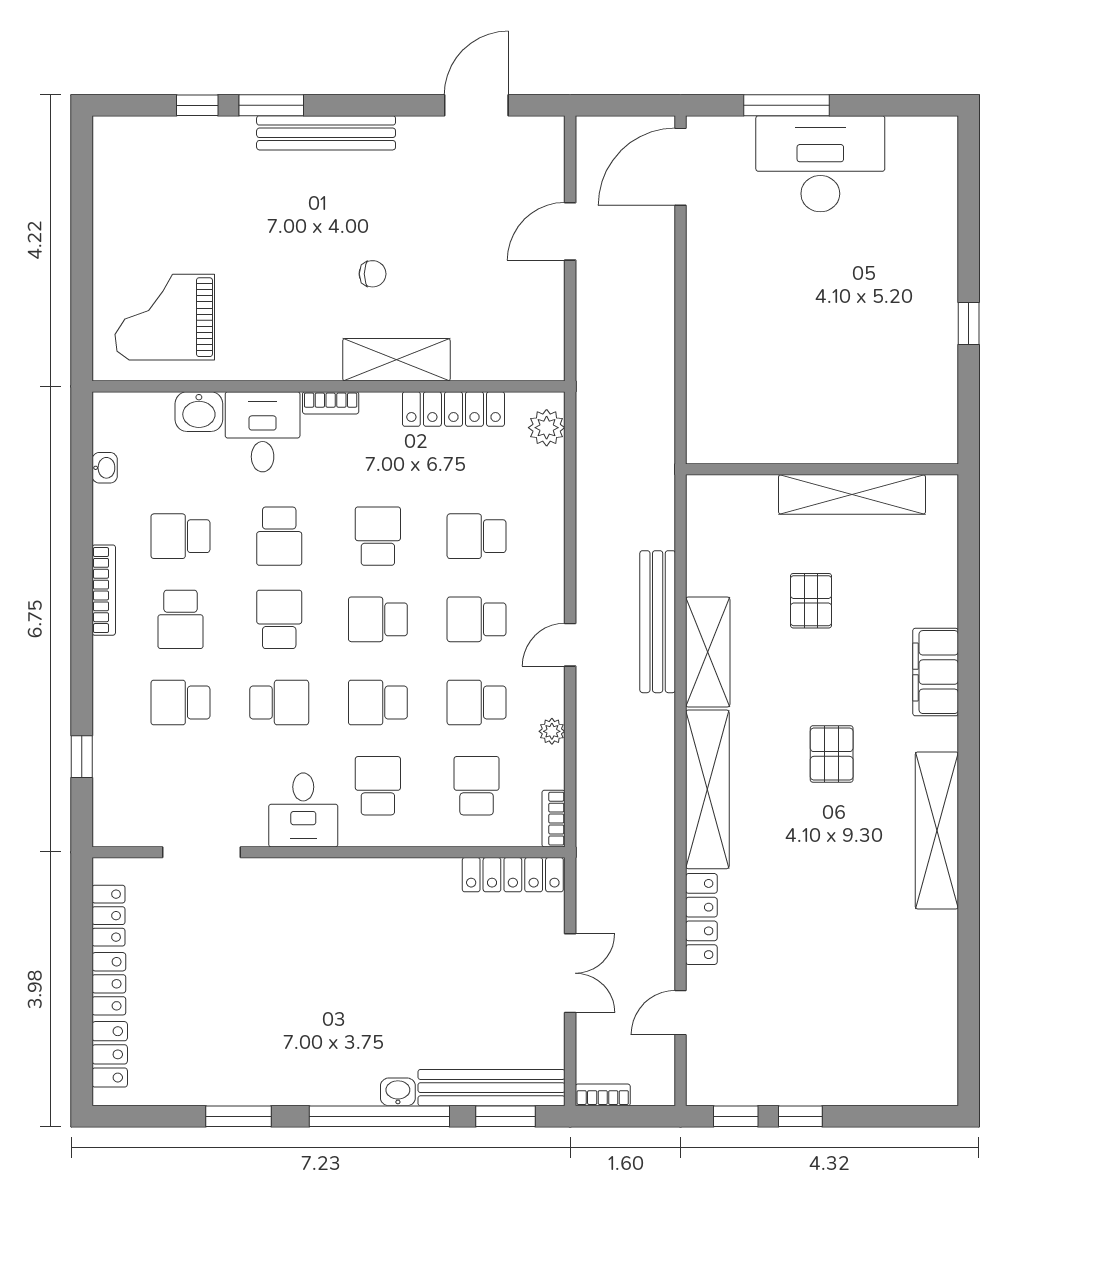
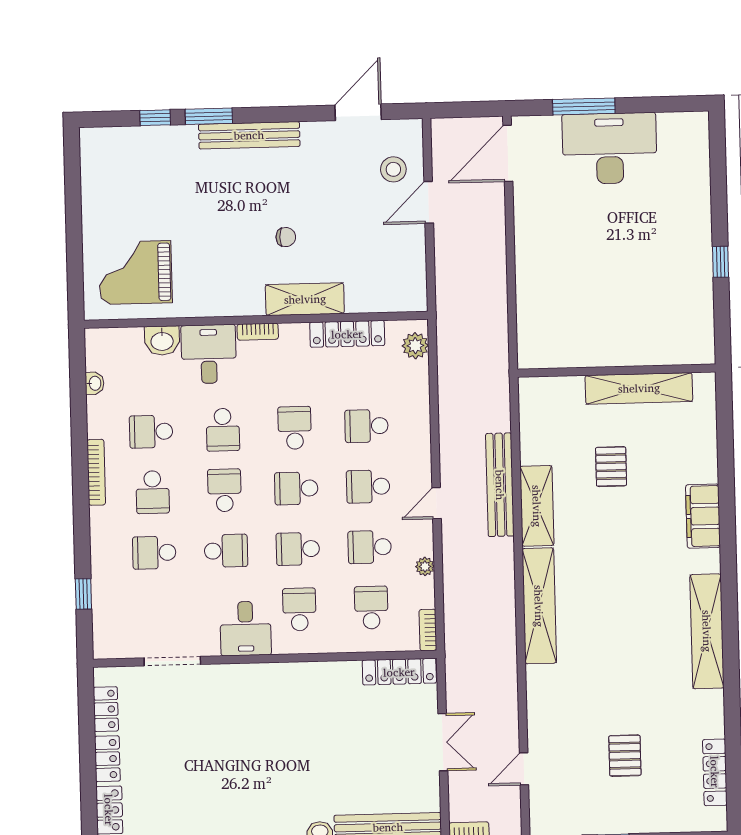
stool: (523, 185) -> (393, 169), added
pallet: (832, 754) -> (625, 756), moved
locker: (701, 919) -> (715, 772), moved, turned 180

